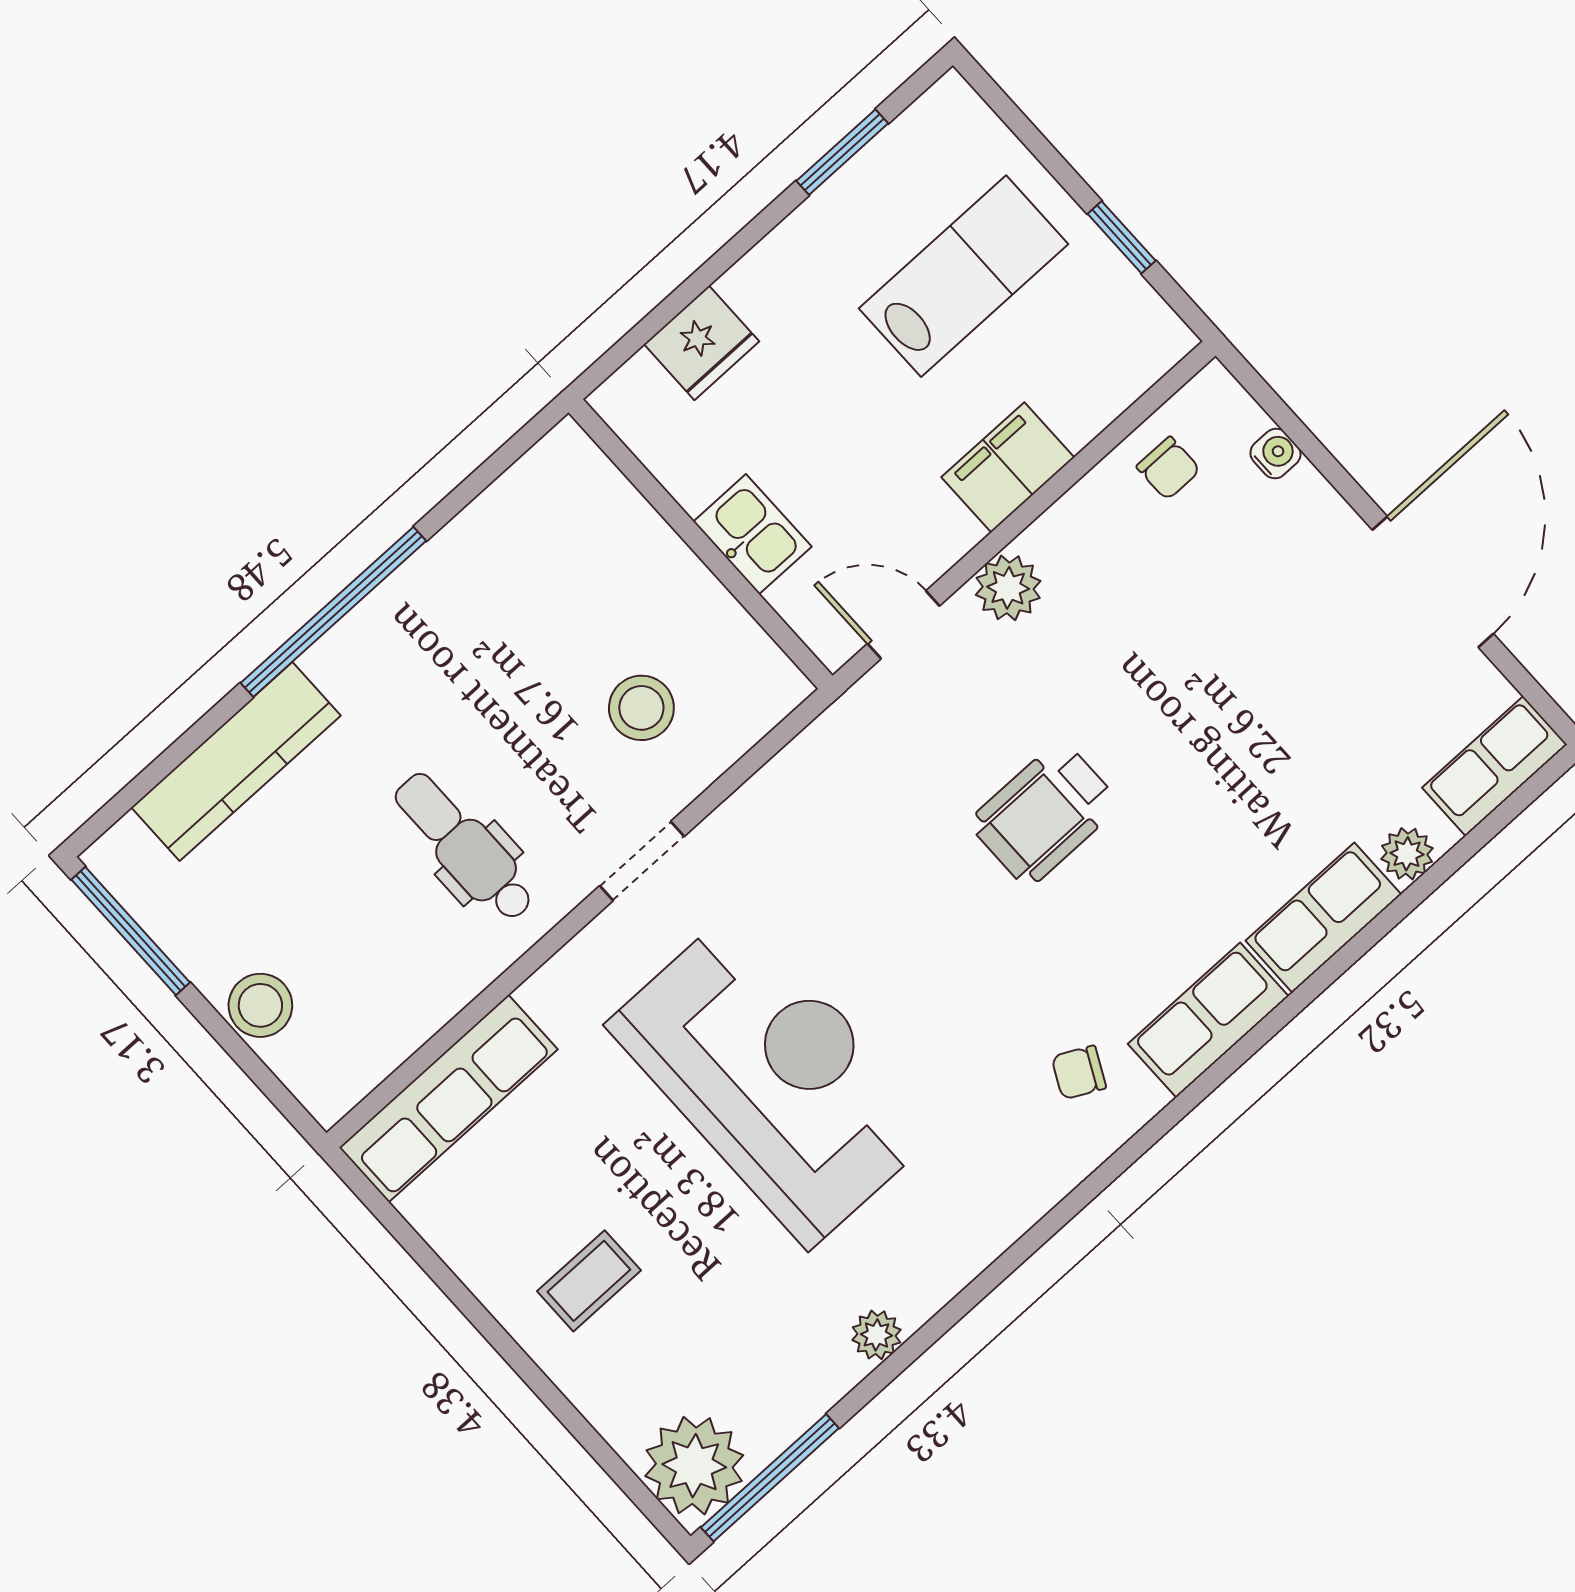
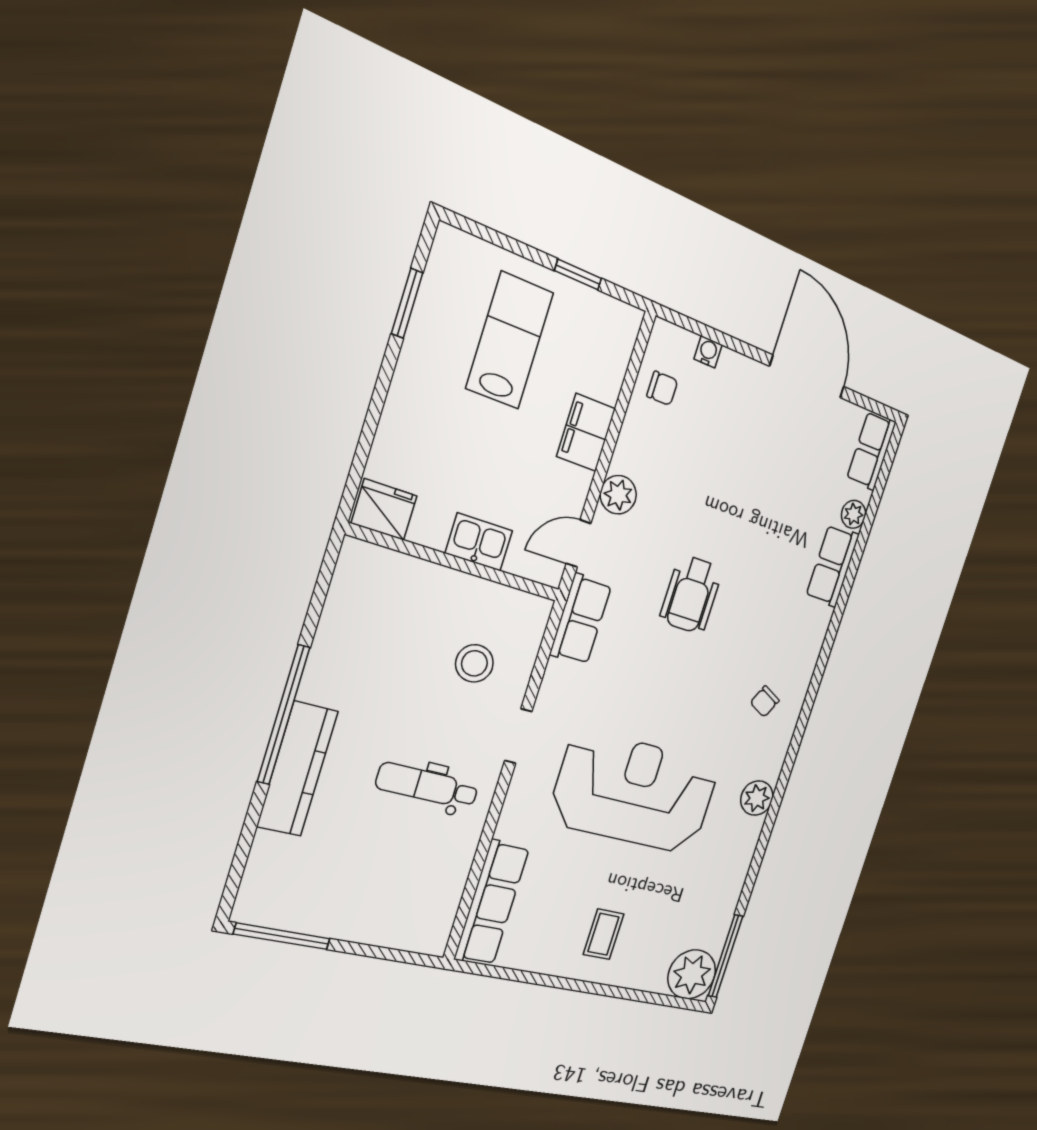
fridge: (702, 343) -> (384, 510), moved, turned -90
kitchen counter: (236, 761) -> (297, 769), moved
stool: (260, 1005) -> (373, 925), removed
row of seats: (1208, 1020) -> (581, 619), moved, turned 180
plant: (877, 1335) -> (757, 798), moved, width x1.38, depth x1.38

